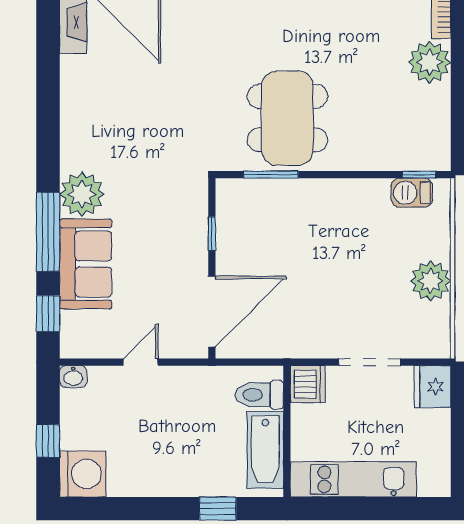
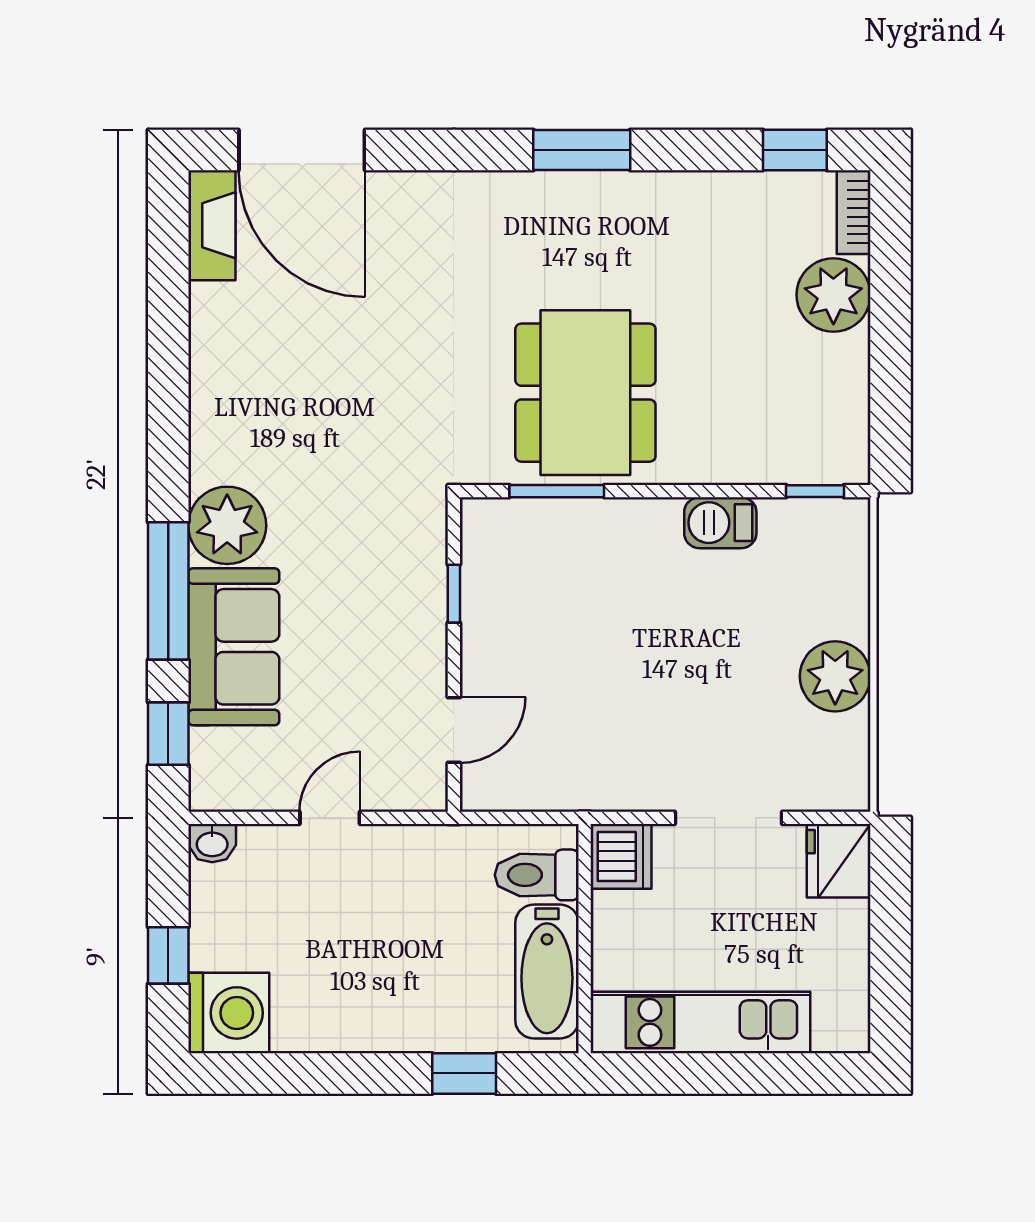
barbecue: (412, 193) -> (720, 523), moved
door: (212, 312) -> (454, 730), width x0.53

